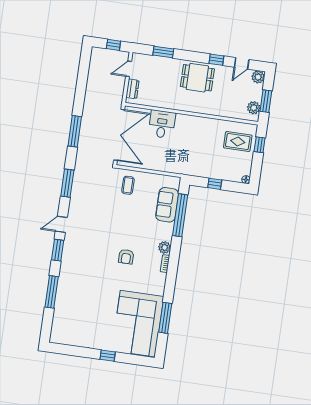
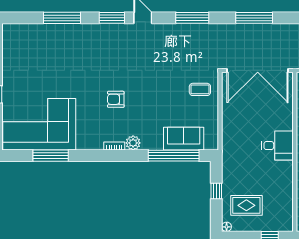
desk: (162, 124) -> (277, 146), moved
rug: (238, 142) -> (246, 205), moved, turned 90

